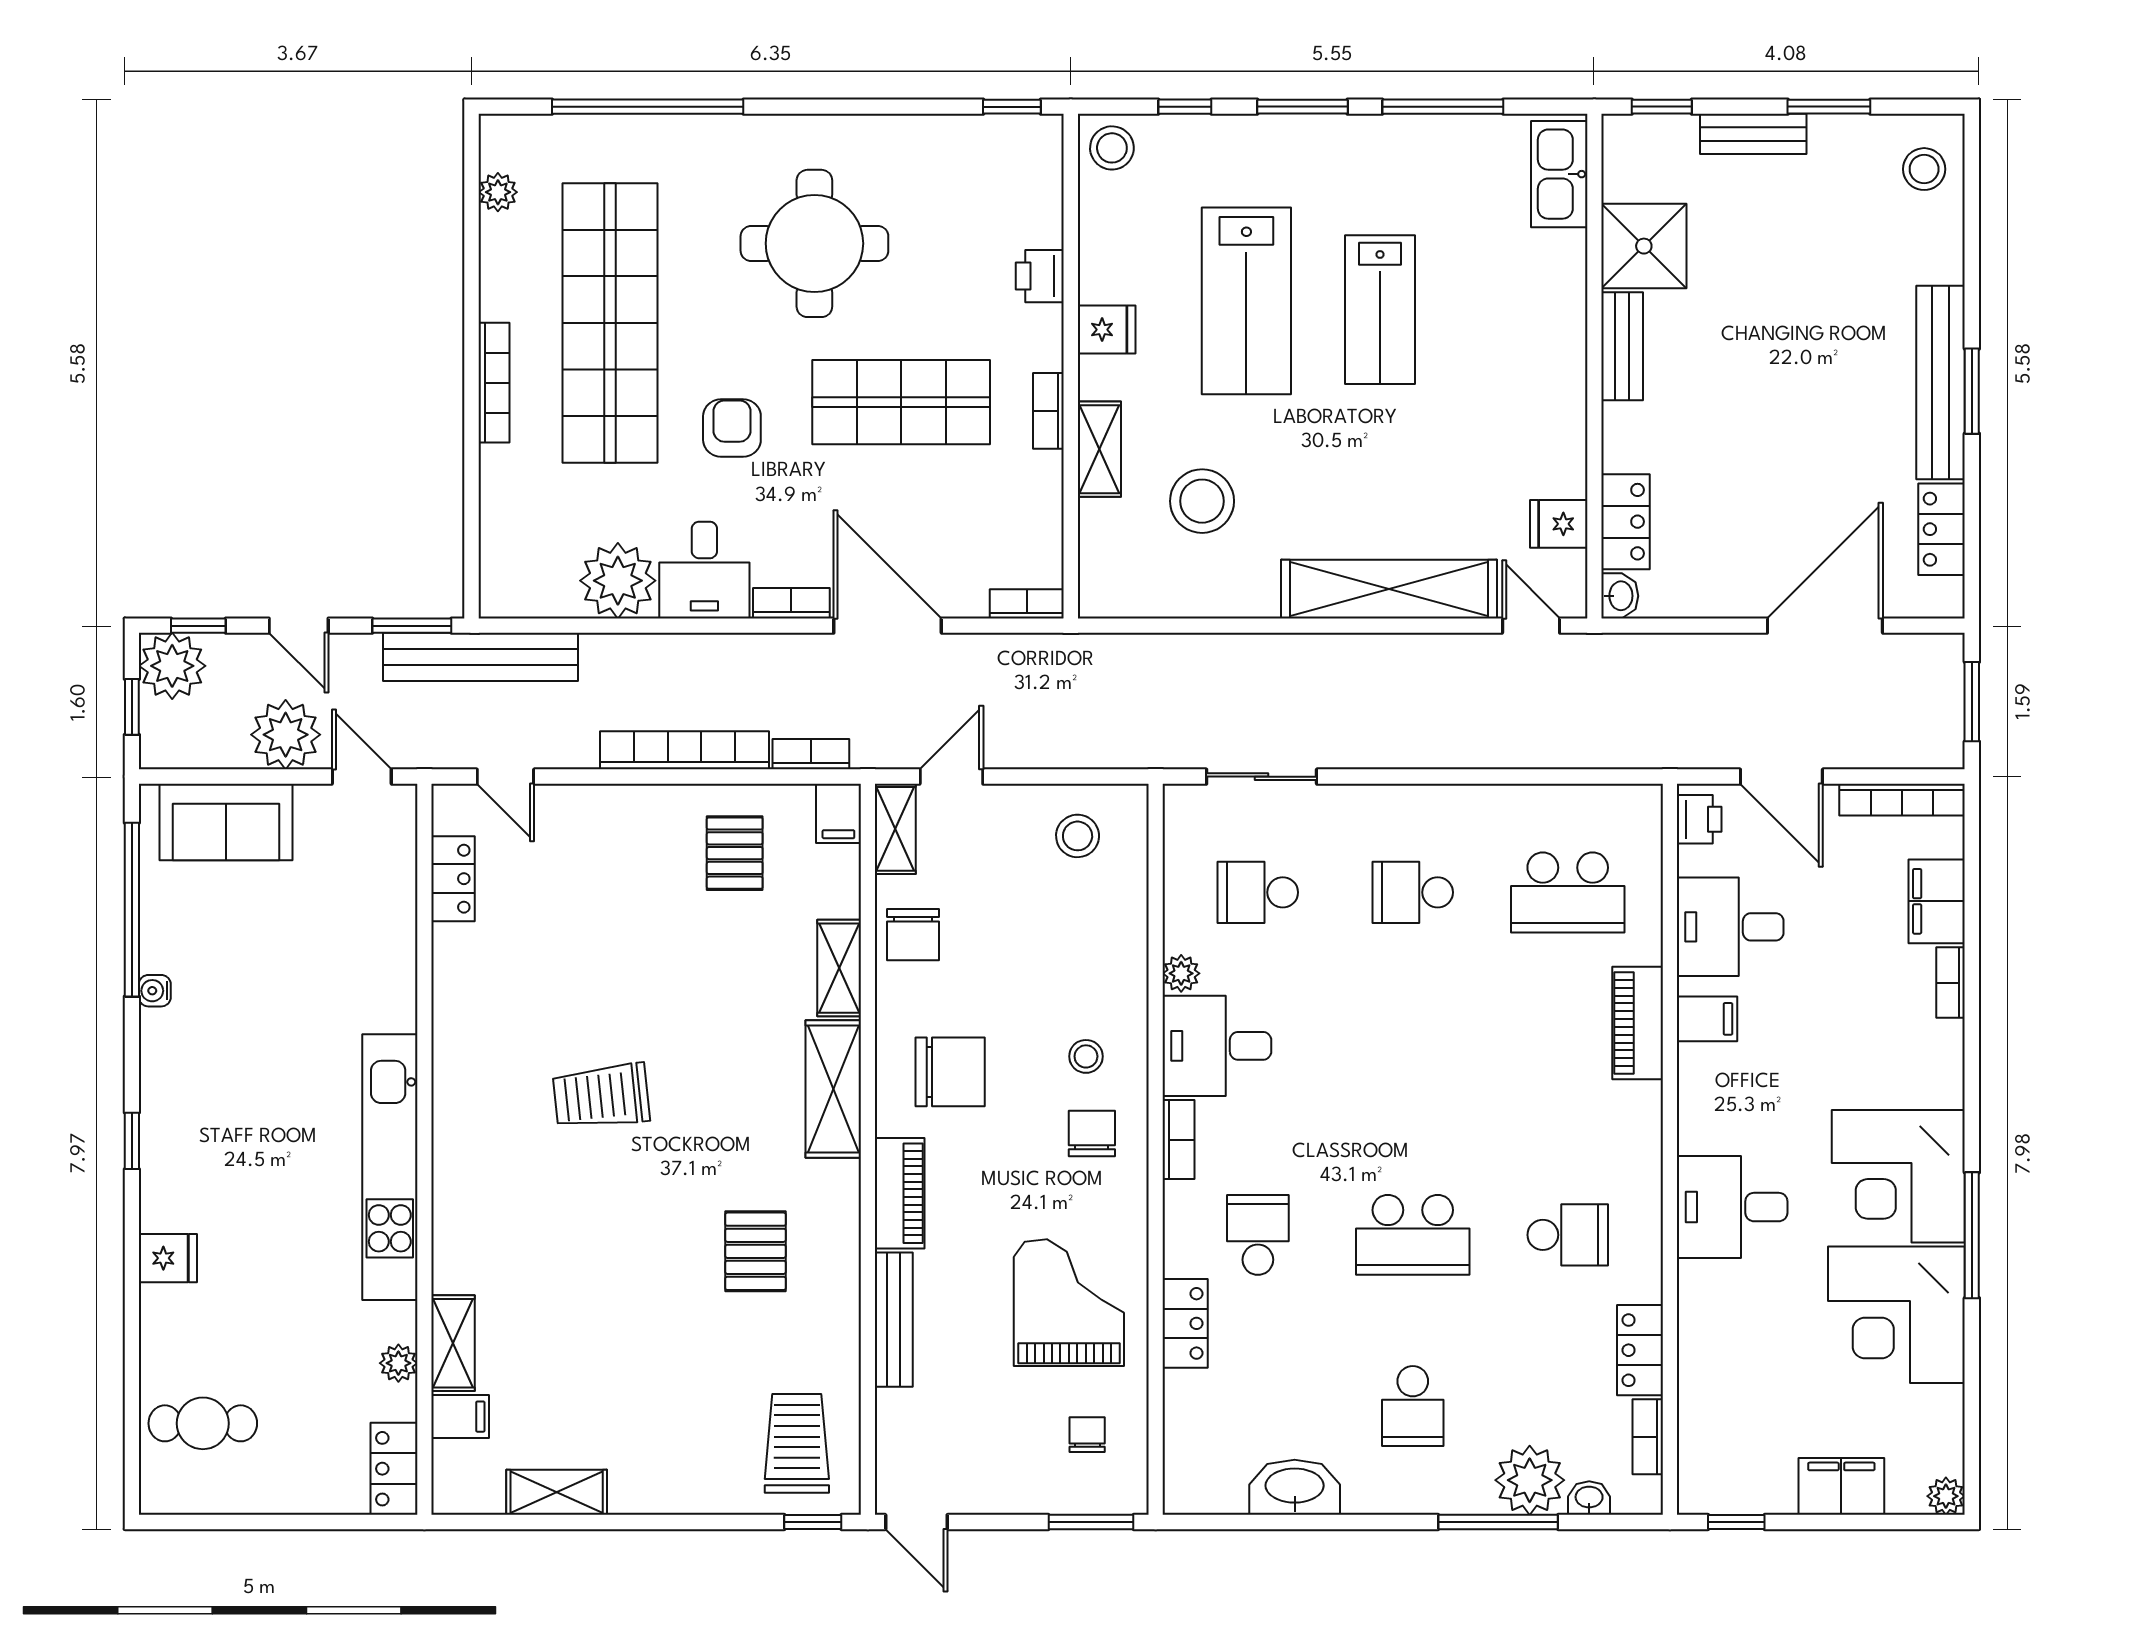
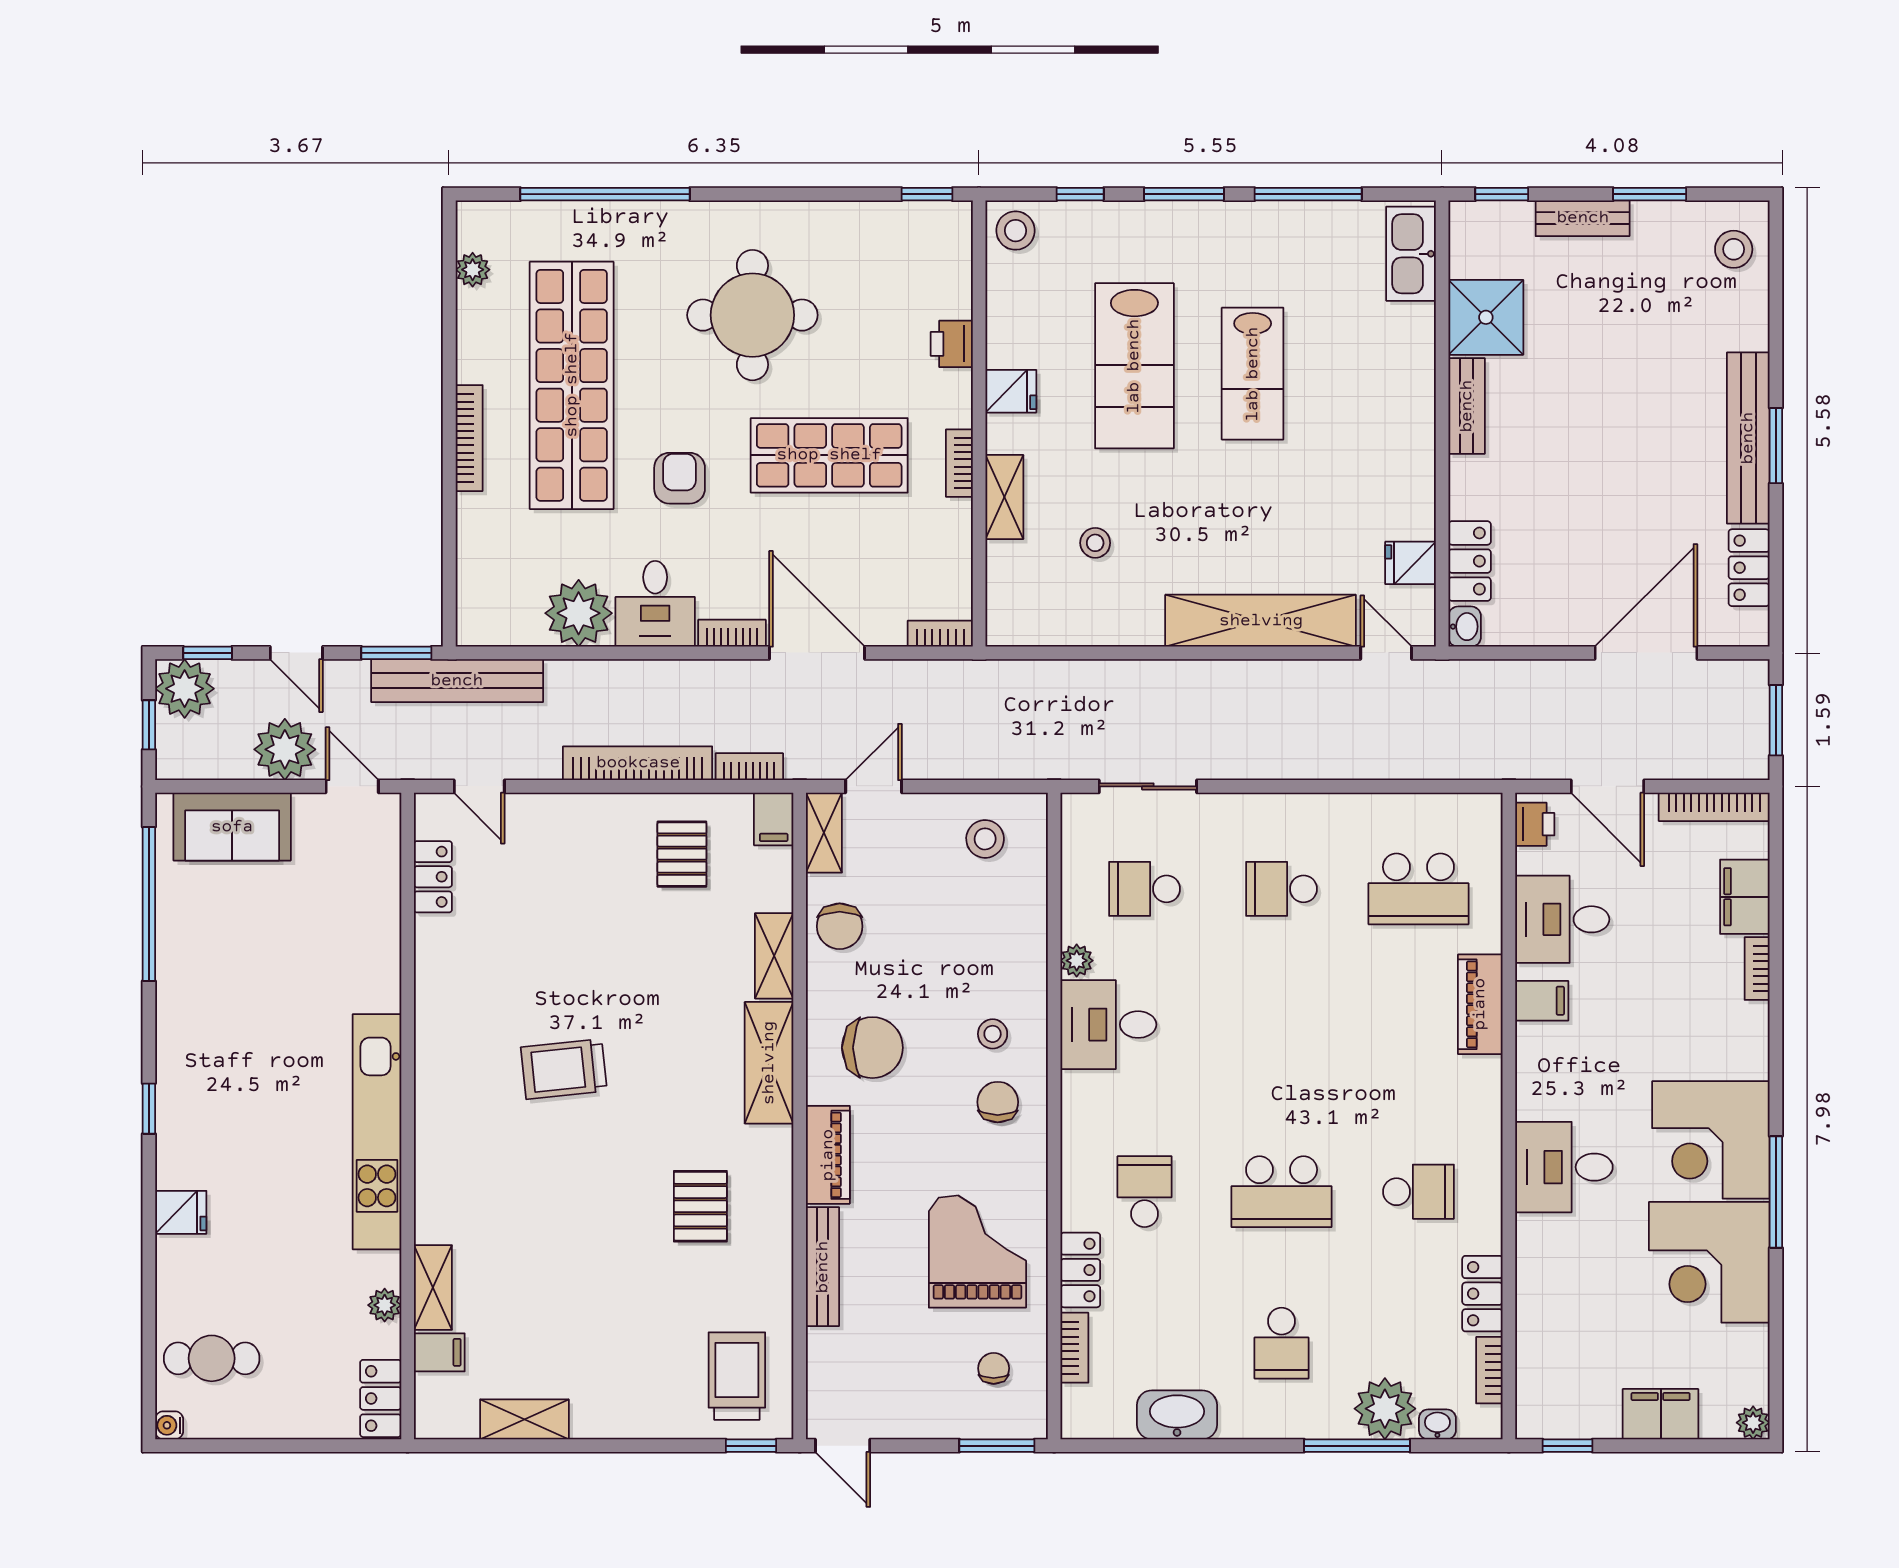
stool: (1202, 501) -> (1095, 543), width x0.53, depth x0.53
water cooler: (155, 991) -> (169, 1425), moved
bookcase: (1179, 1140) -> (1074, 1348), moved

